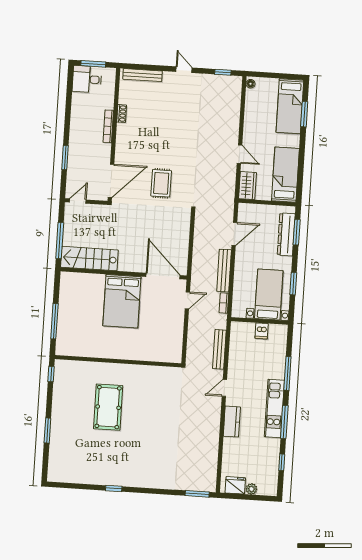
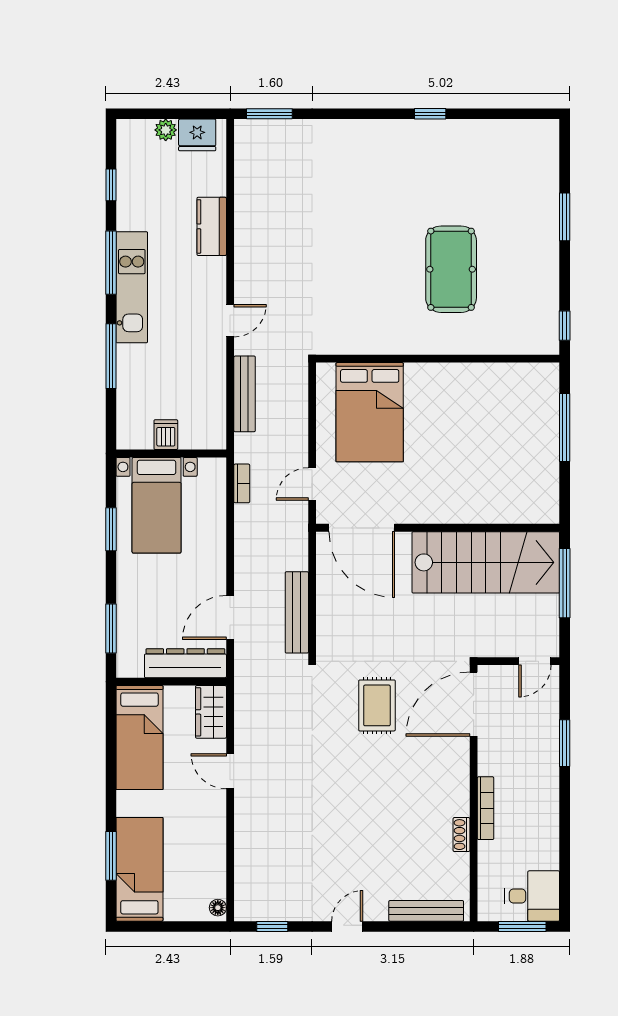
door: (184, 70) -> (347, 926), swing flipped
dresser: (286, 234) -> (185, 663), moved, turned -90
stairs: (89, 259) -> (486, 562), width x1.36, depth x1.51
bench: (224, 271) -> (297, 612), moved
bed: (122, 301) -> (370, 412), moved, turned 180
kitchen counter: (232, 422) -> (212, 226), moved

